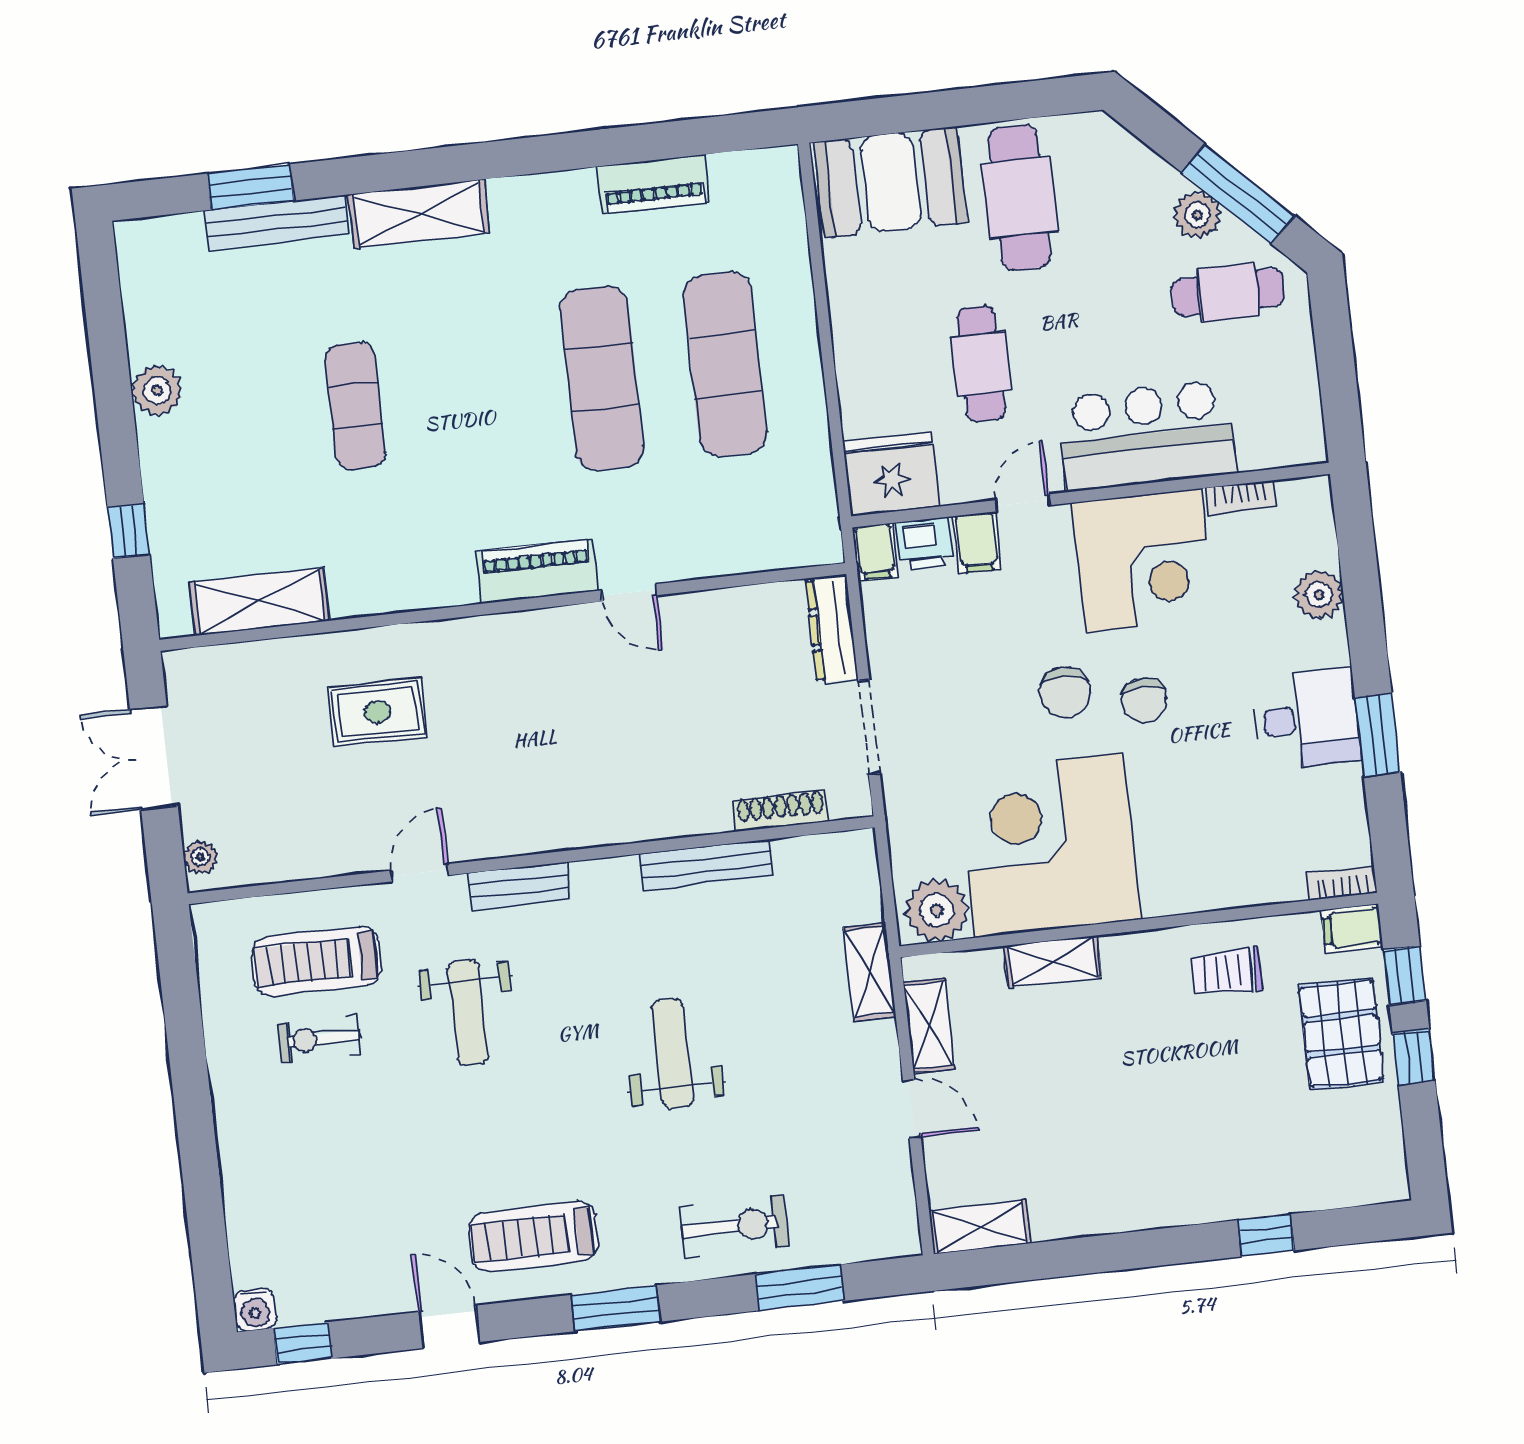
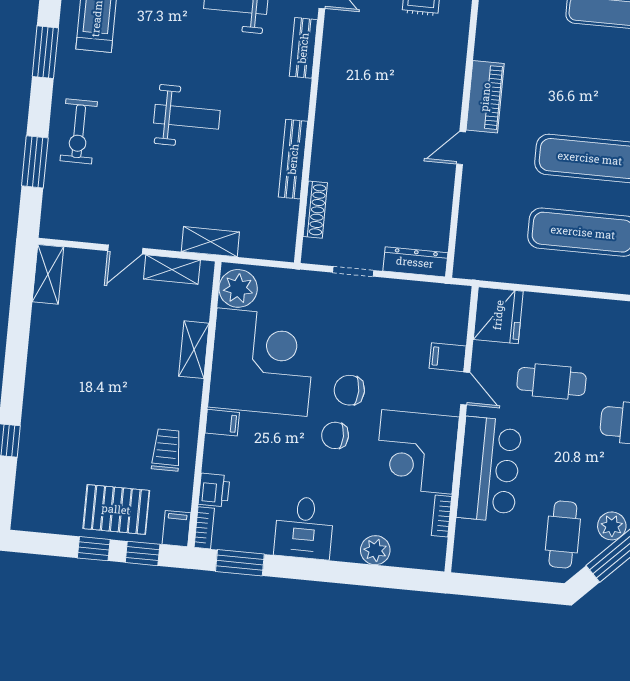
printer: (925, 543) -> (214, 490), moved, turned 180
filing cabinet: (875, 552) -> (222, 423), moved, turned 180
doorway: (869, 727) -> (353, 271), width x0.73
window: (1378, 735) -> (240, 563), moved

